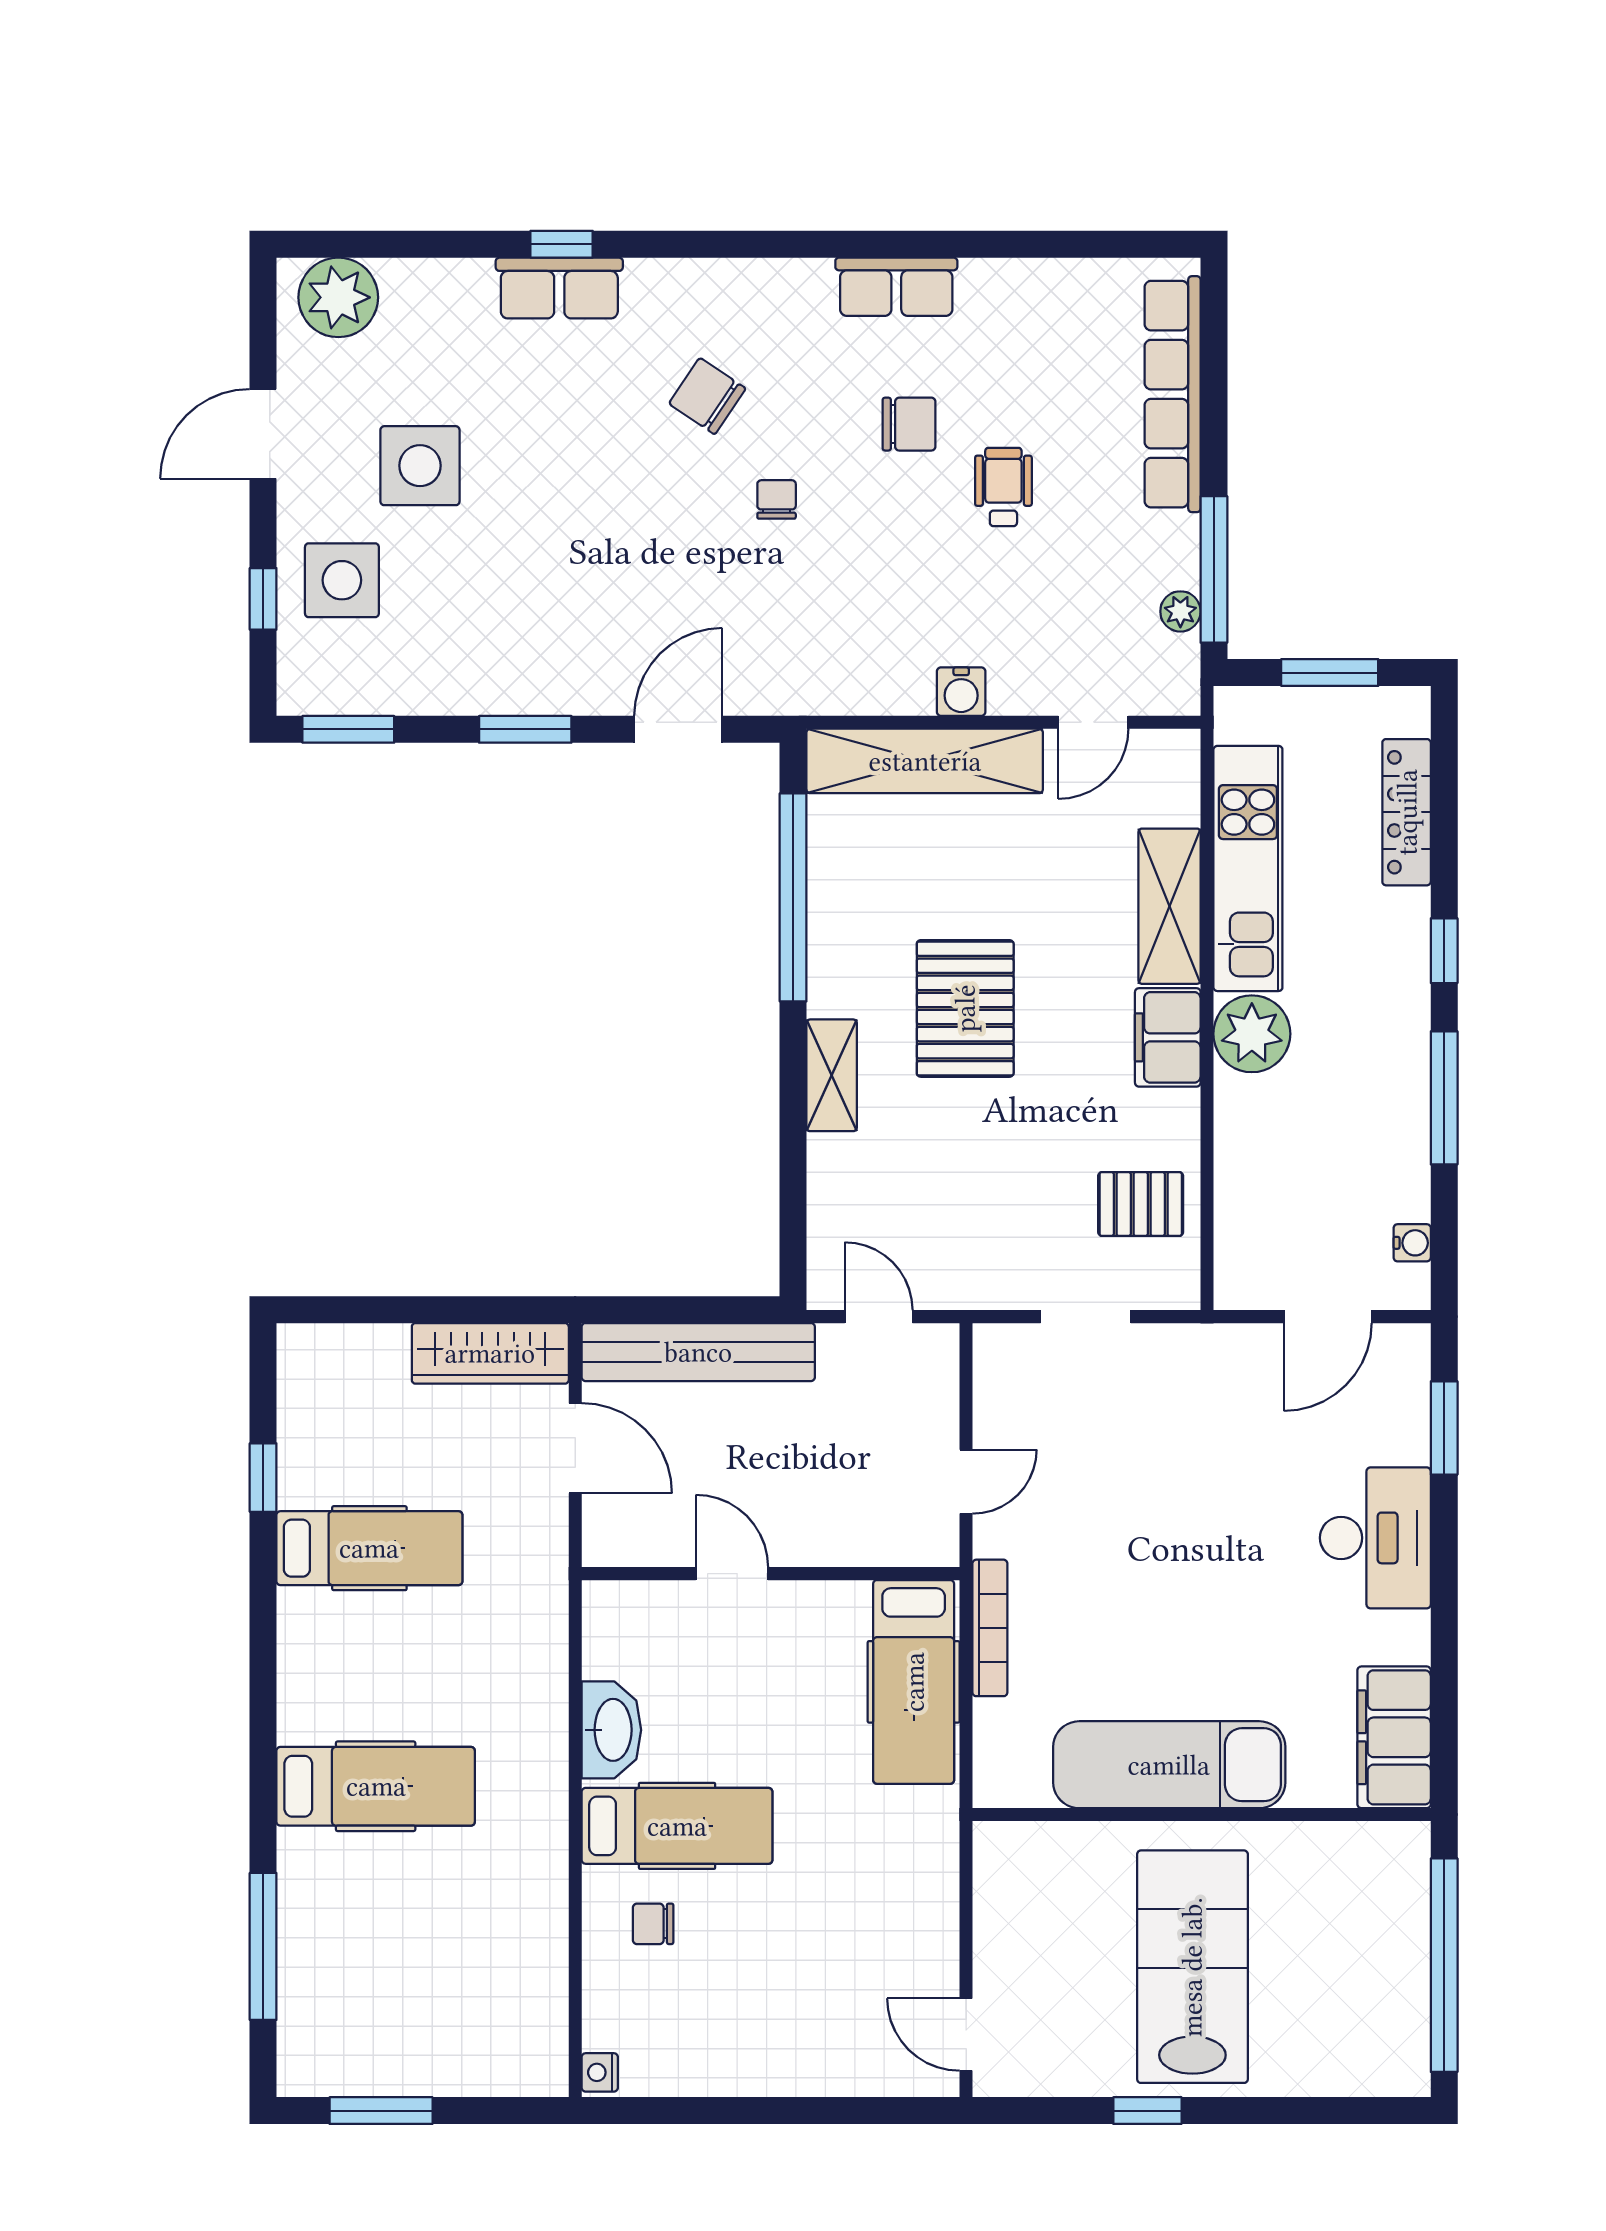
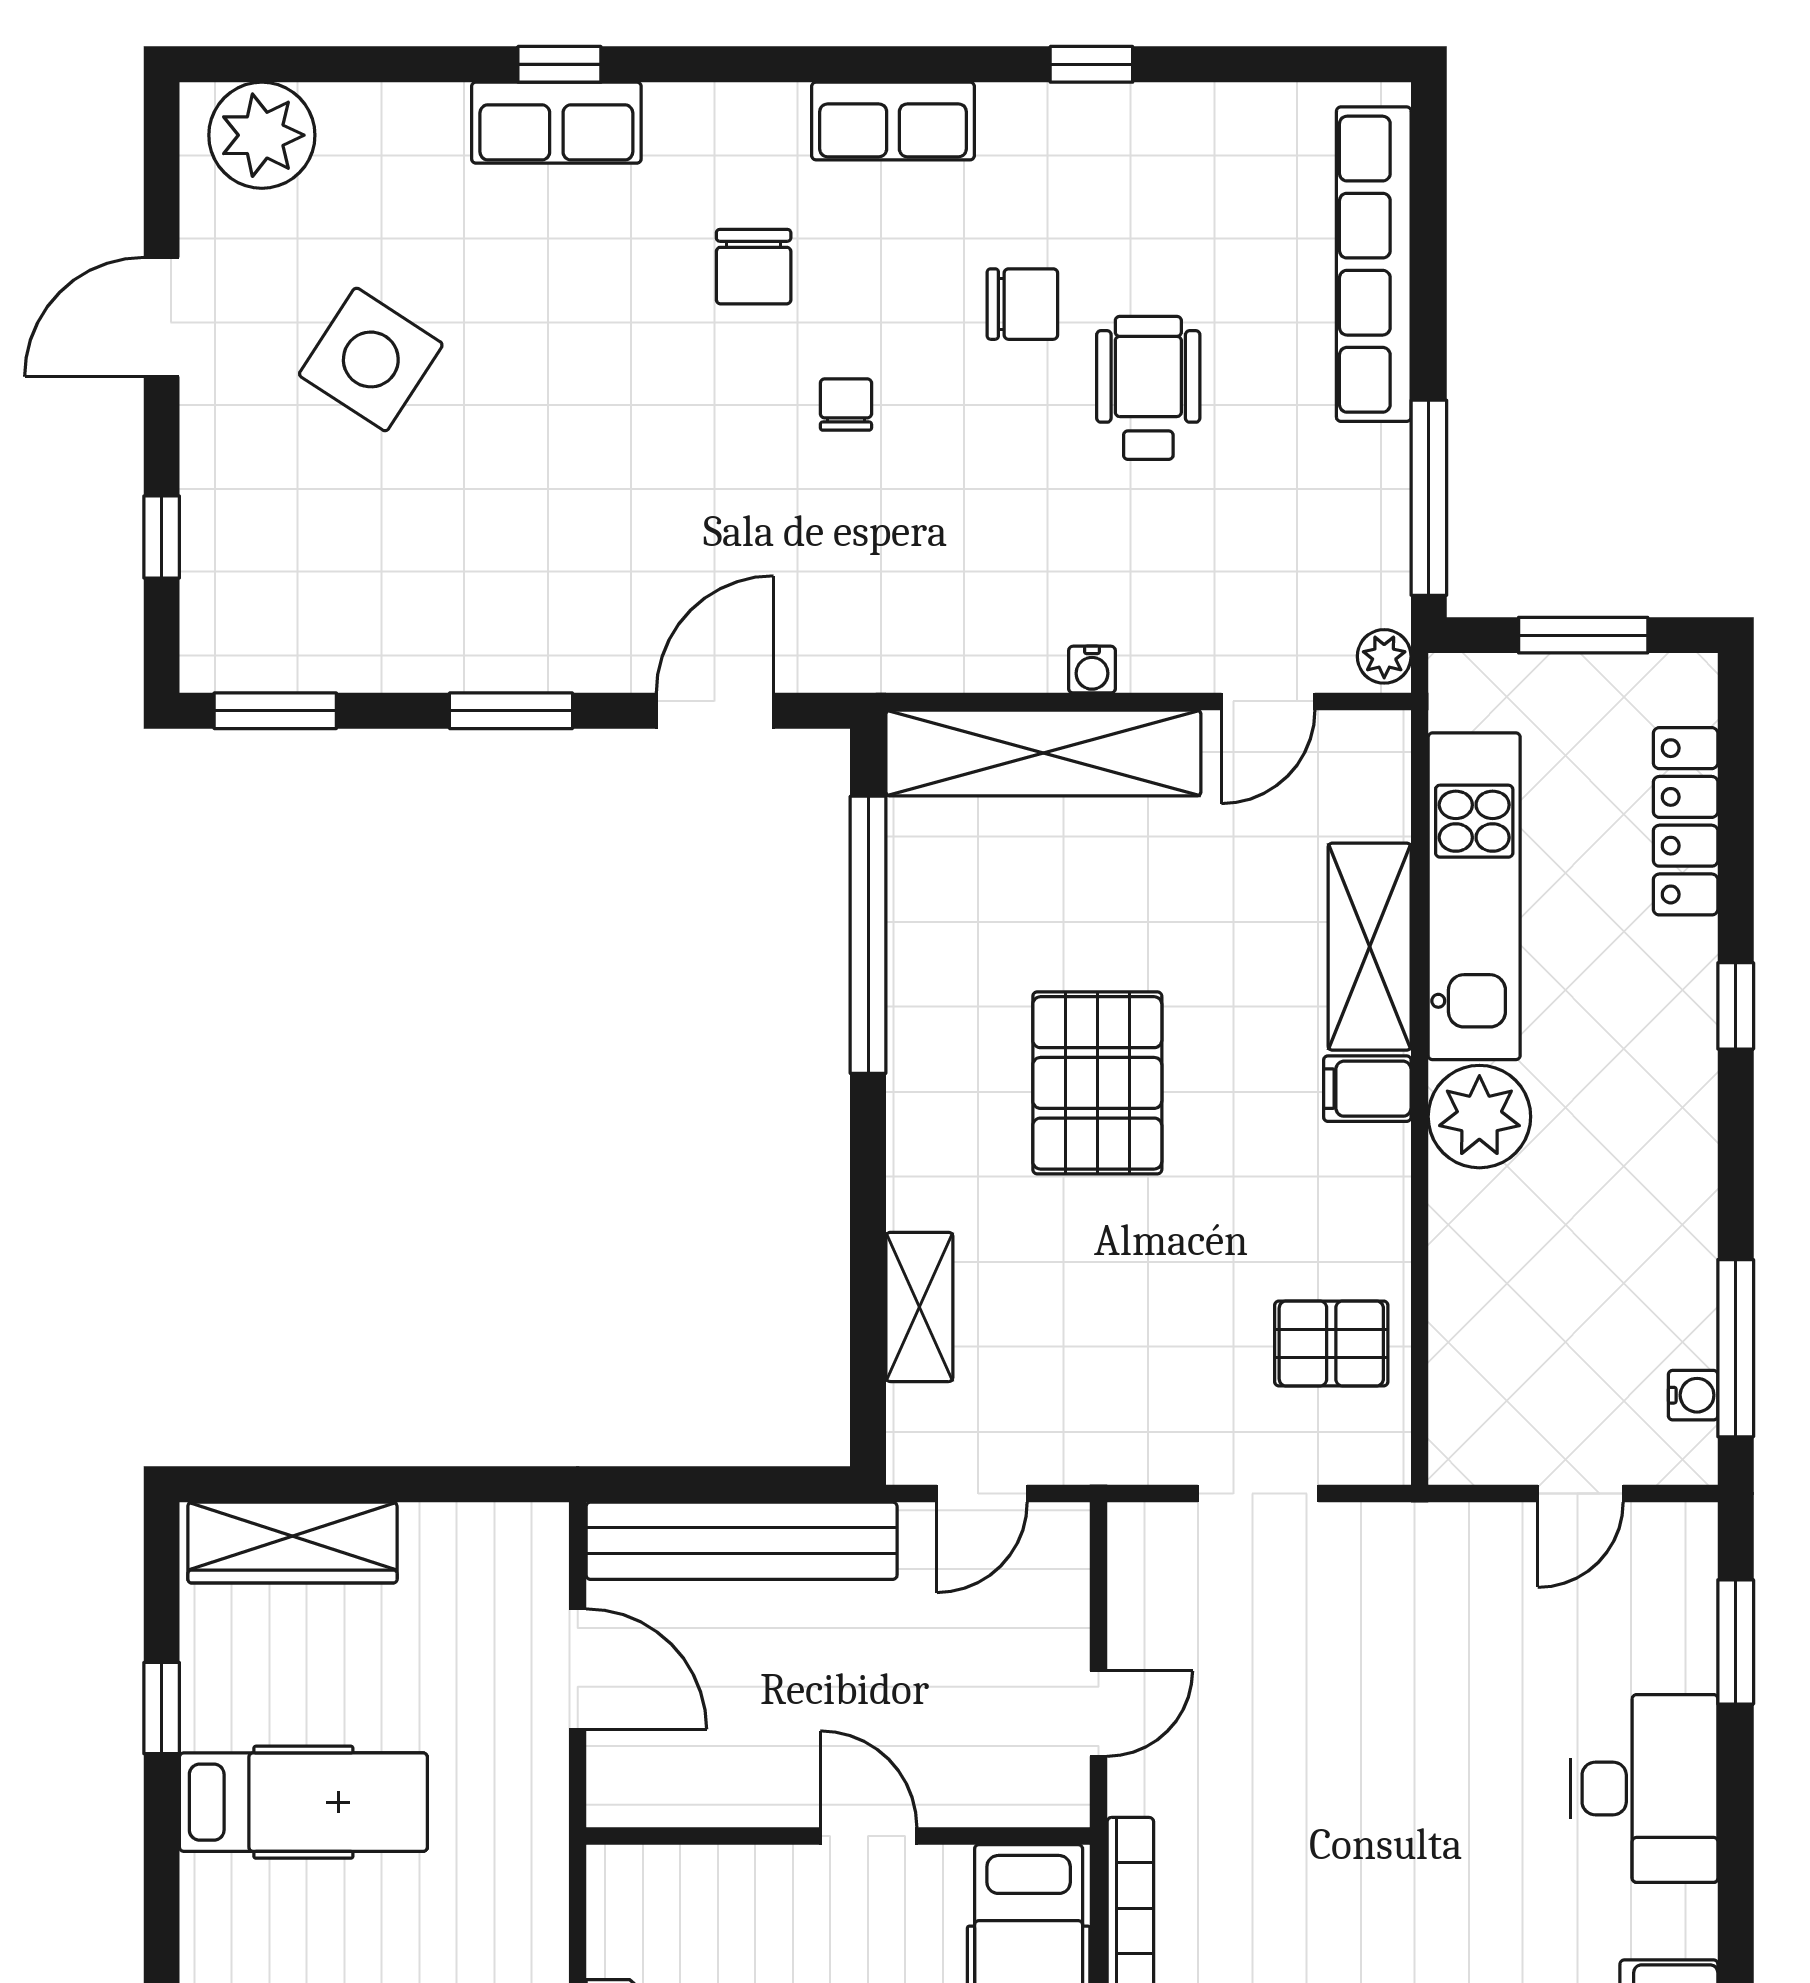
window: (961, 244) -> (1091, 64), added
row of seats: (896, 287) -> (893, 121), moved
chair: (707, 396) -> (754, 267), turned -124
side table: (420, 466) -> (371, 359), turned 33
wheelchair: (1003, 487) -> (1148, 388), width x1.36, depth x1.37
side table: (342, 580) -> (267, 512), removed
plant: (1180, 611) -> (1384, 656), moved
water cooler: (961, 692) -> (1092, 670), width x0.72, depth x0.72
filing cabinet: (1168, 1037) -> (1367, 1089), width x0.50
shelving: (832, 1075) -> (919, 1307), moved
window: (1444, 1098) -> (1736, 1348), moved
door: (879, 1317) -> (982, 1494), swing flipped
door: (1328, 1317) -> (1581, 1494), width x0.73
wardrobe: (490, 1353) -> (292, 1543), moved
door: (732, 1574) -> (869, 1836), moved

